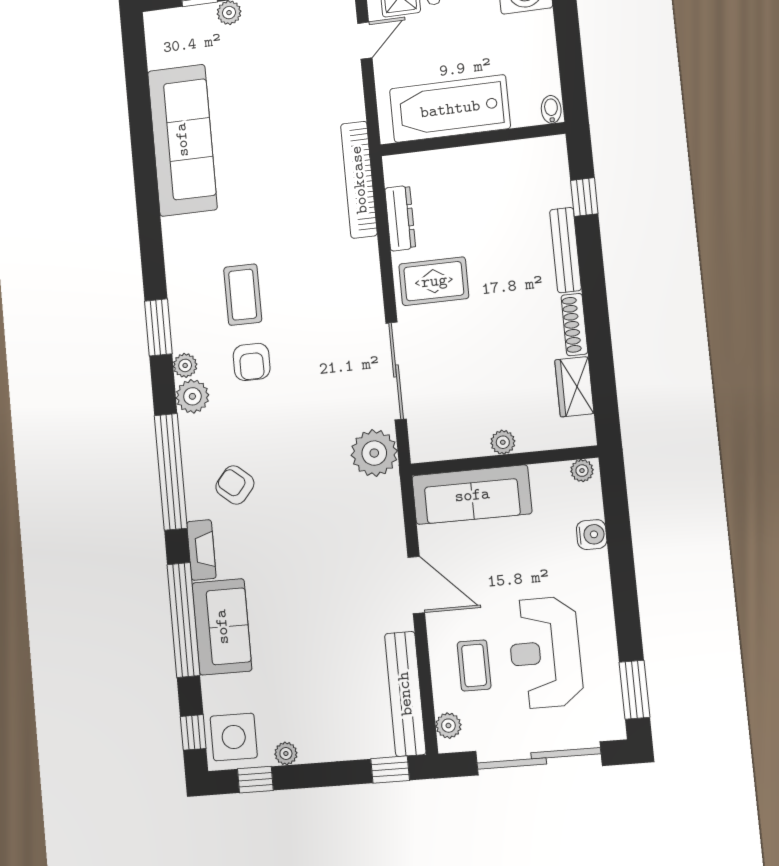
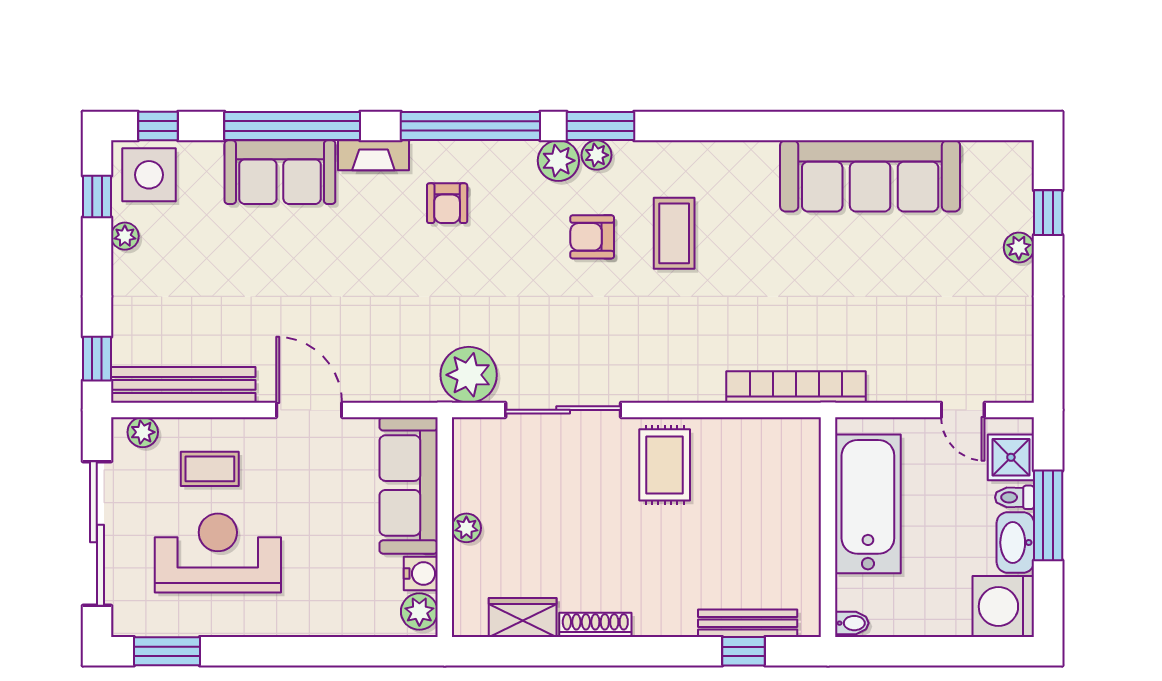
dresser: (400, 218) -> (744, 432), removed
bench: (565, 250) -> (748, 623), moved
coffee table: (243, 295) -> (674, 233), turned 90
window: (158, 327) -> (600, 126), moved
plant: (582, 471) -> (419, 612), width x1.38, depth x1.38
armchair: (235, 485) -> (447, 203), turned 140
water cooler: (592, 535) -> (421, 574), moved, turned -90
door: (416, 585) -> (309, 410), swing flipped

